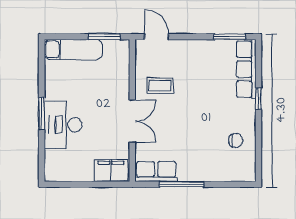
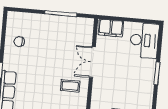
desk: (63, 125) -> (144, 40), moved
row of seats: (156, 171) -> (78, 24), removed

